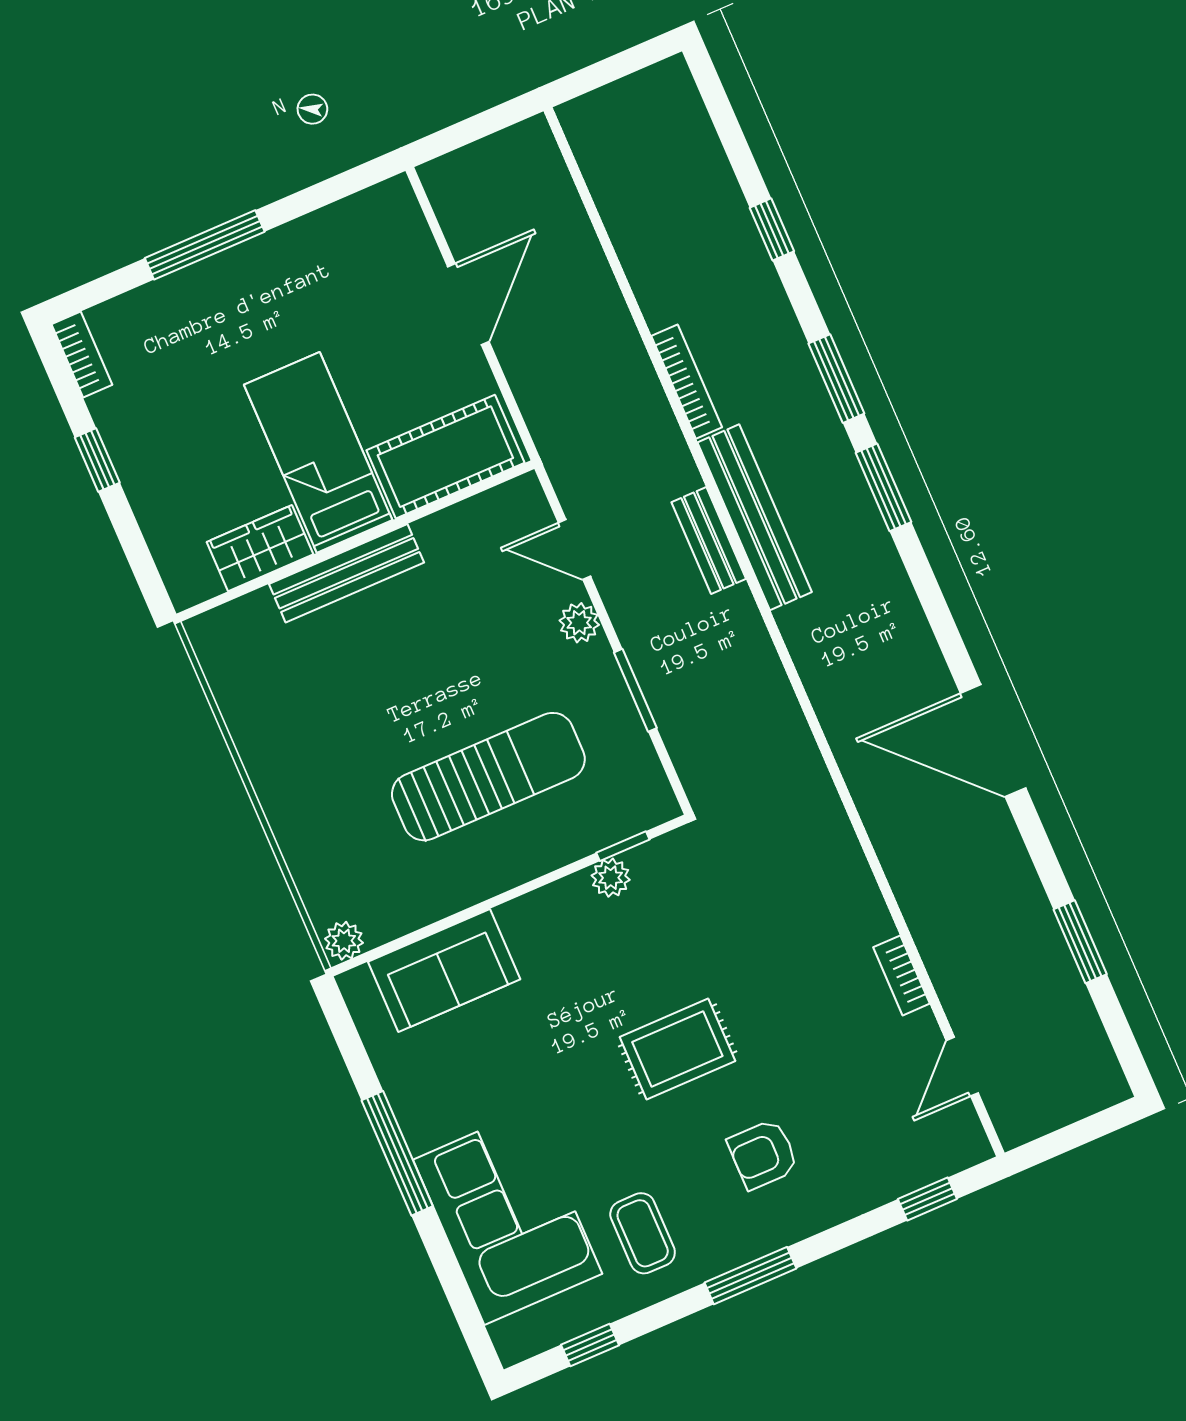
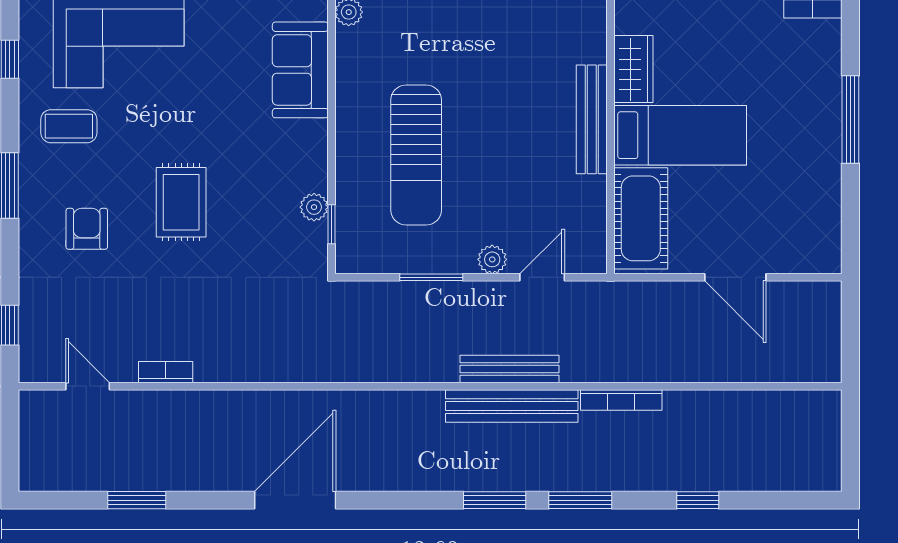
bench: (709, 541) -> (509, 369), width x1.36

